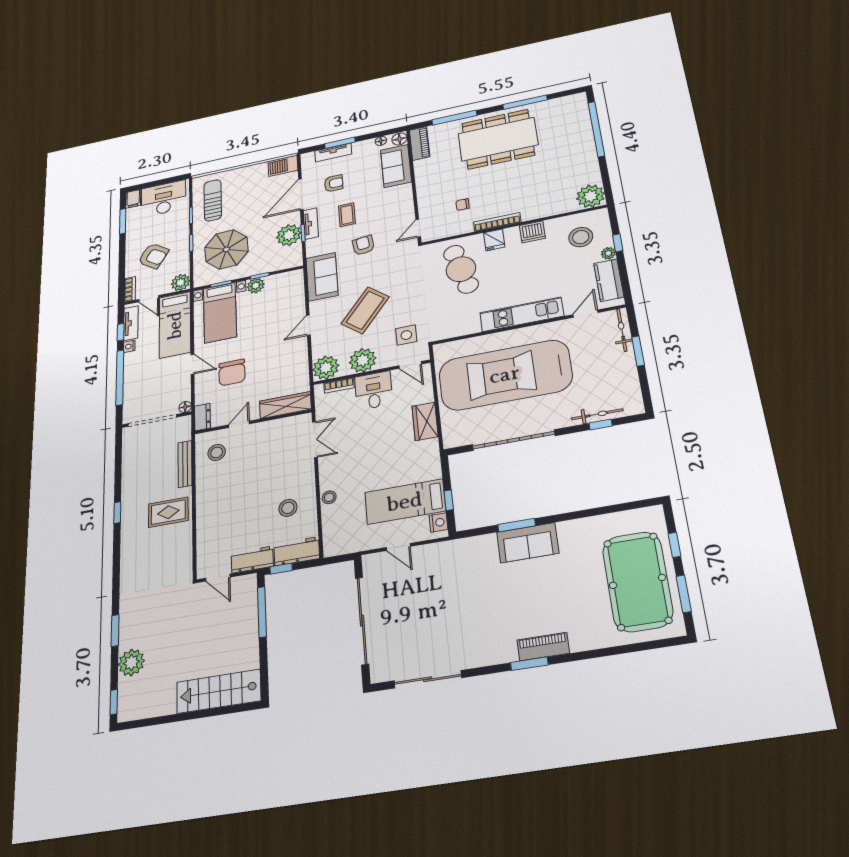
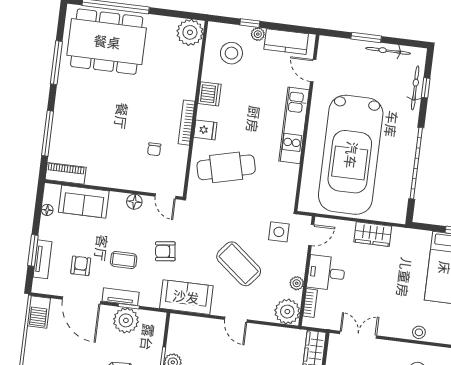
floor lamp: (399, 139) -> (134, 202), moved
dining table: (498, 139) -> (107, 42), moved, turned 90
bicycle: (622, 330) -> (388, 51), moved
plant: (363, 360) -> (297, 283), width x0.53, depth x0.53

